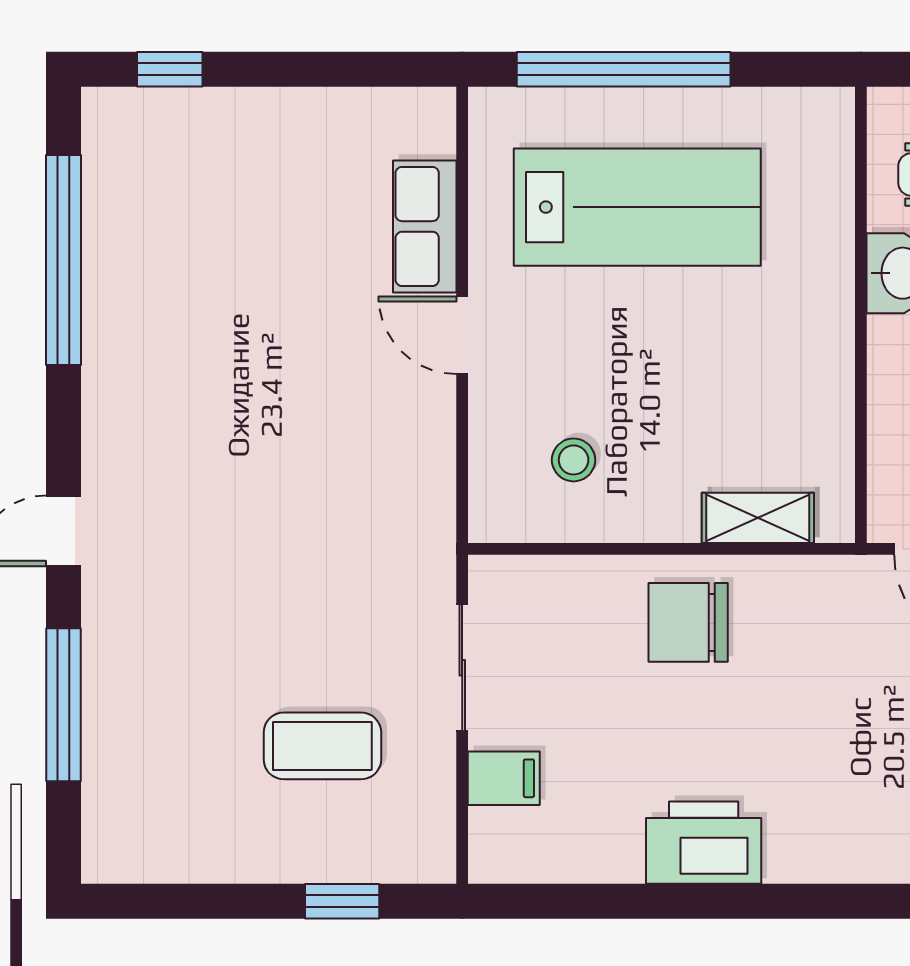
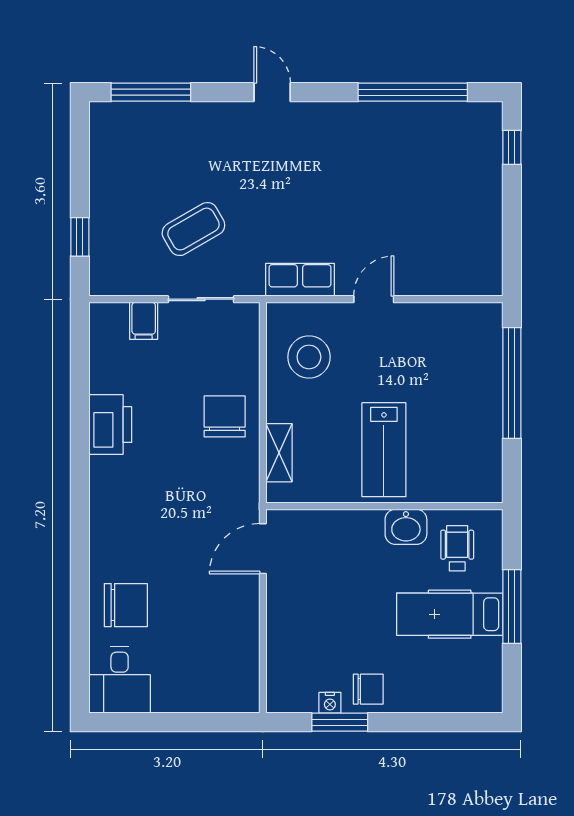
lab bench: (637, 207) -> (384, 450), moved, width x0.73, depth x0.72
row of seats: (425, 226) -> (300, 280), moved
stool: (574, 460) -> (309, 357), width x1.89, depth x1.89
window: (64, 705) -> (151, 92), moved
coffee table: (322, 746) -> (193, 229), moved, turned 60

